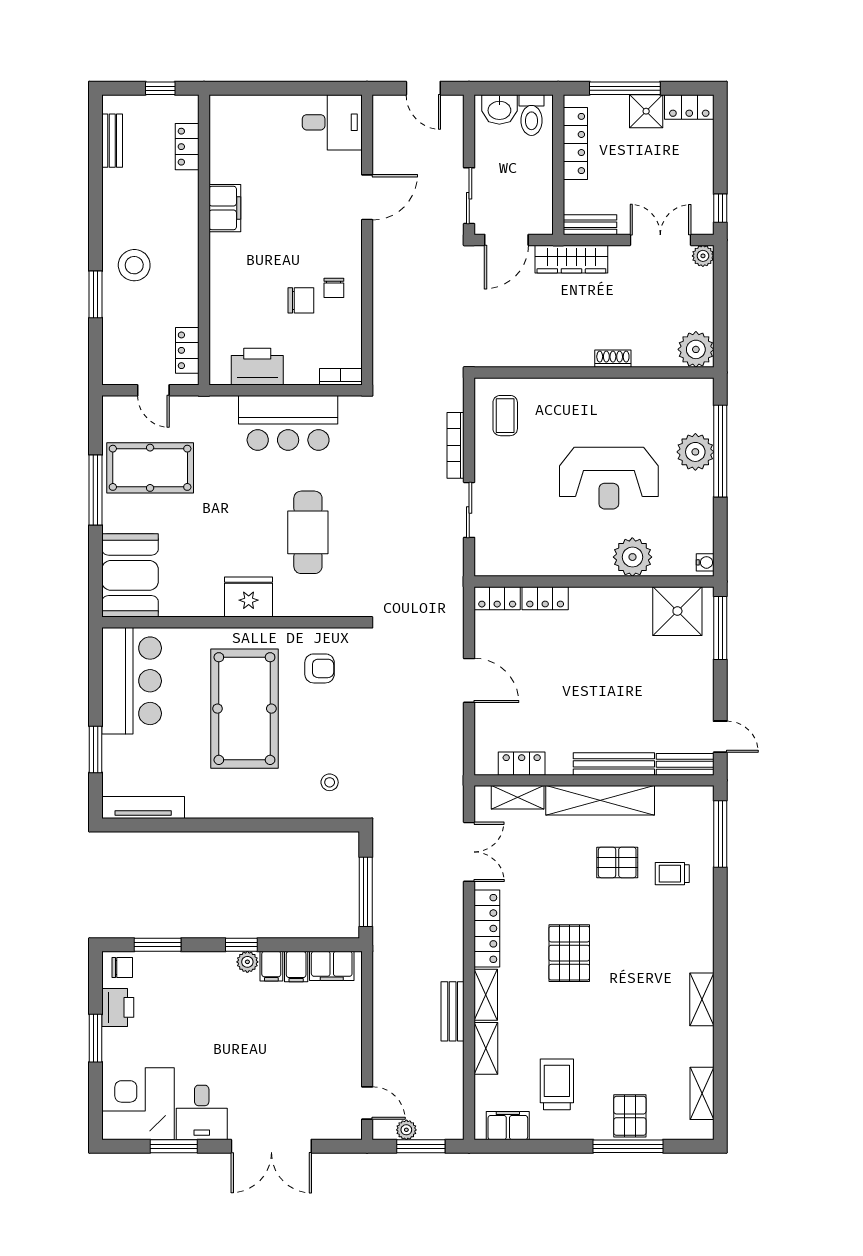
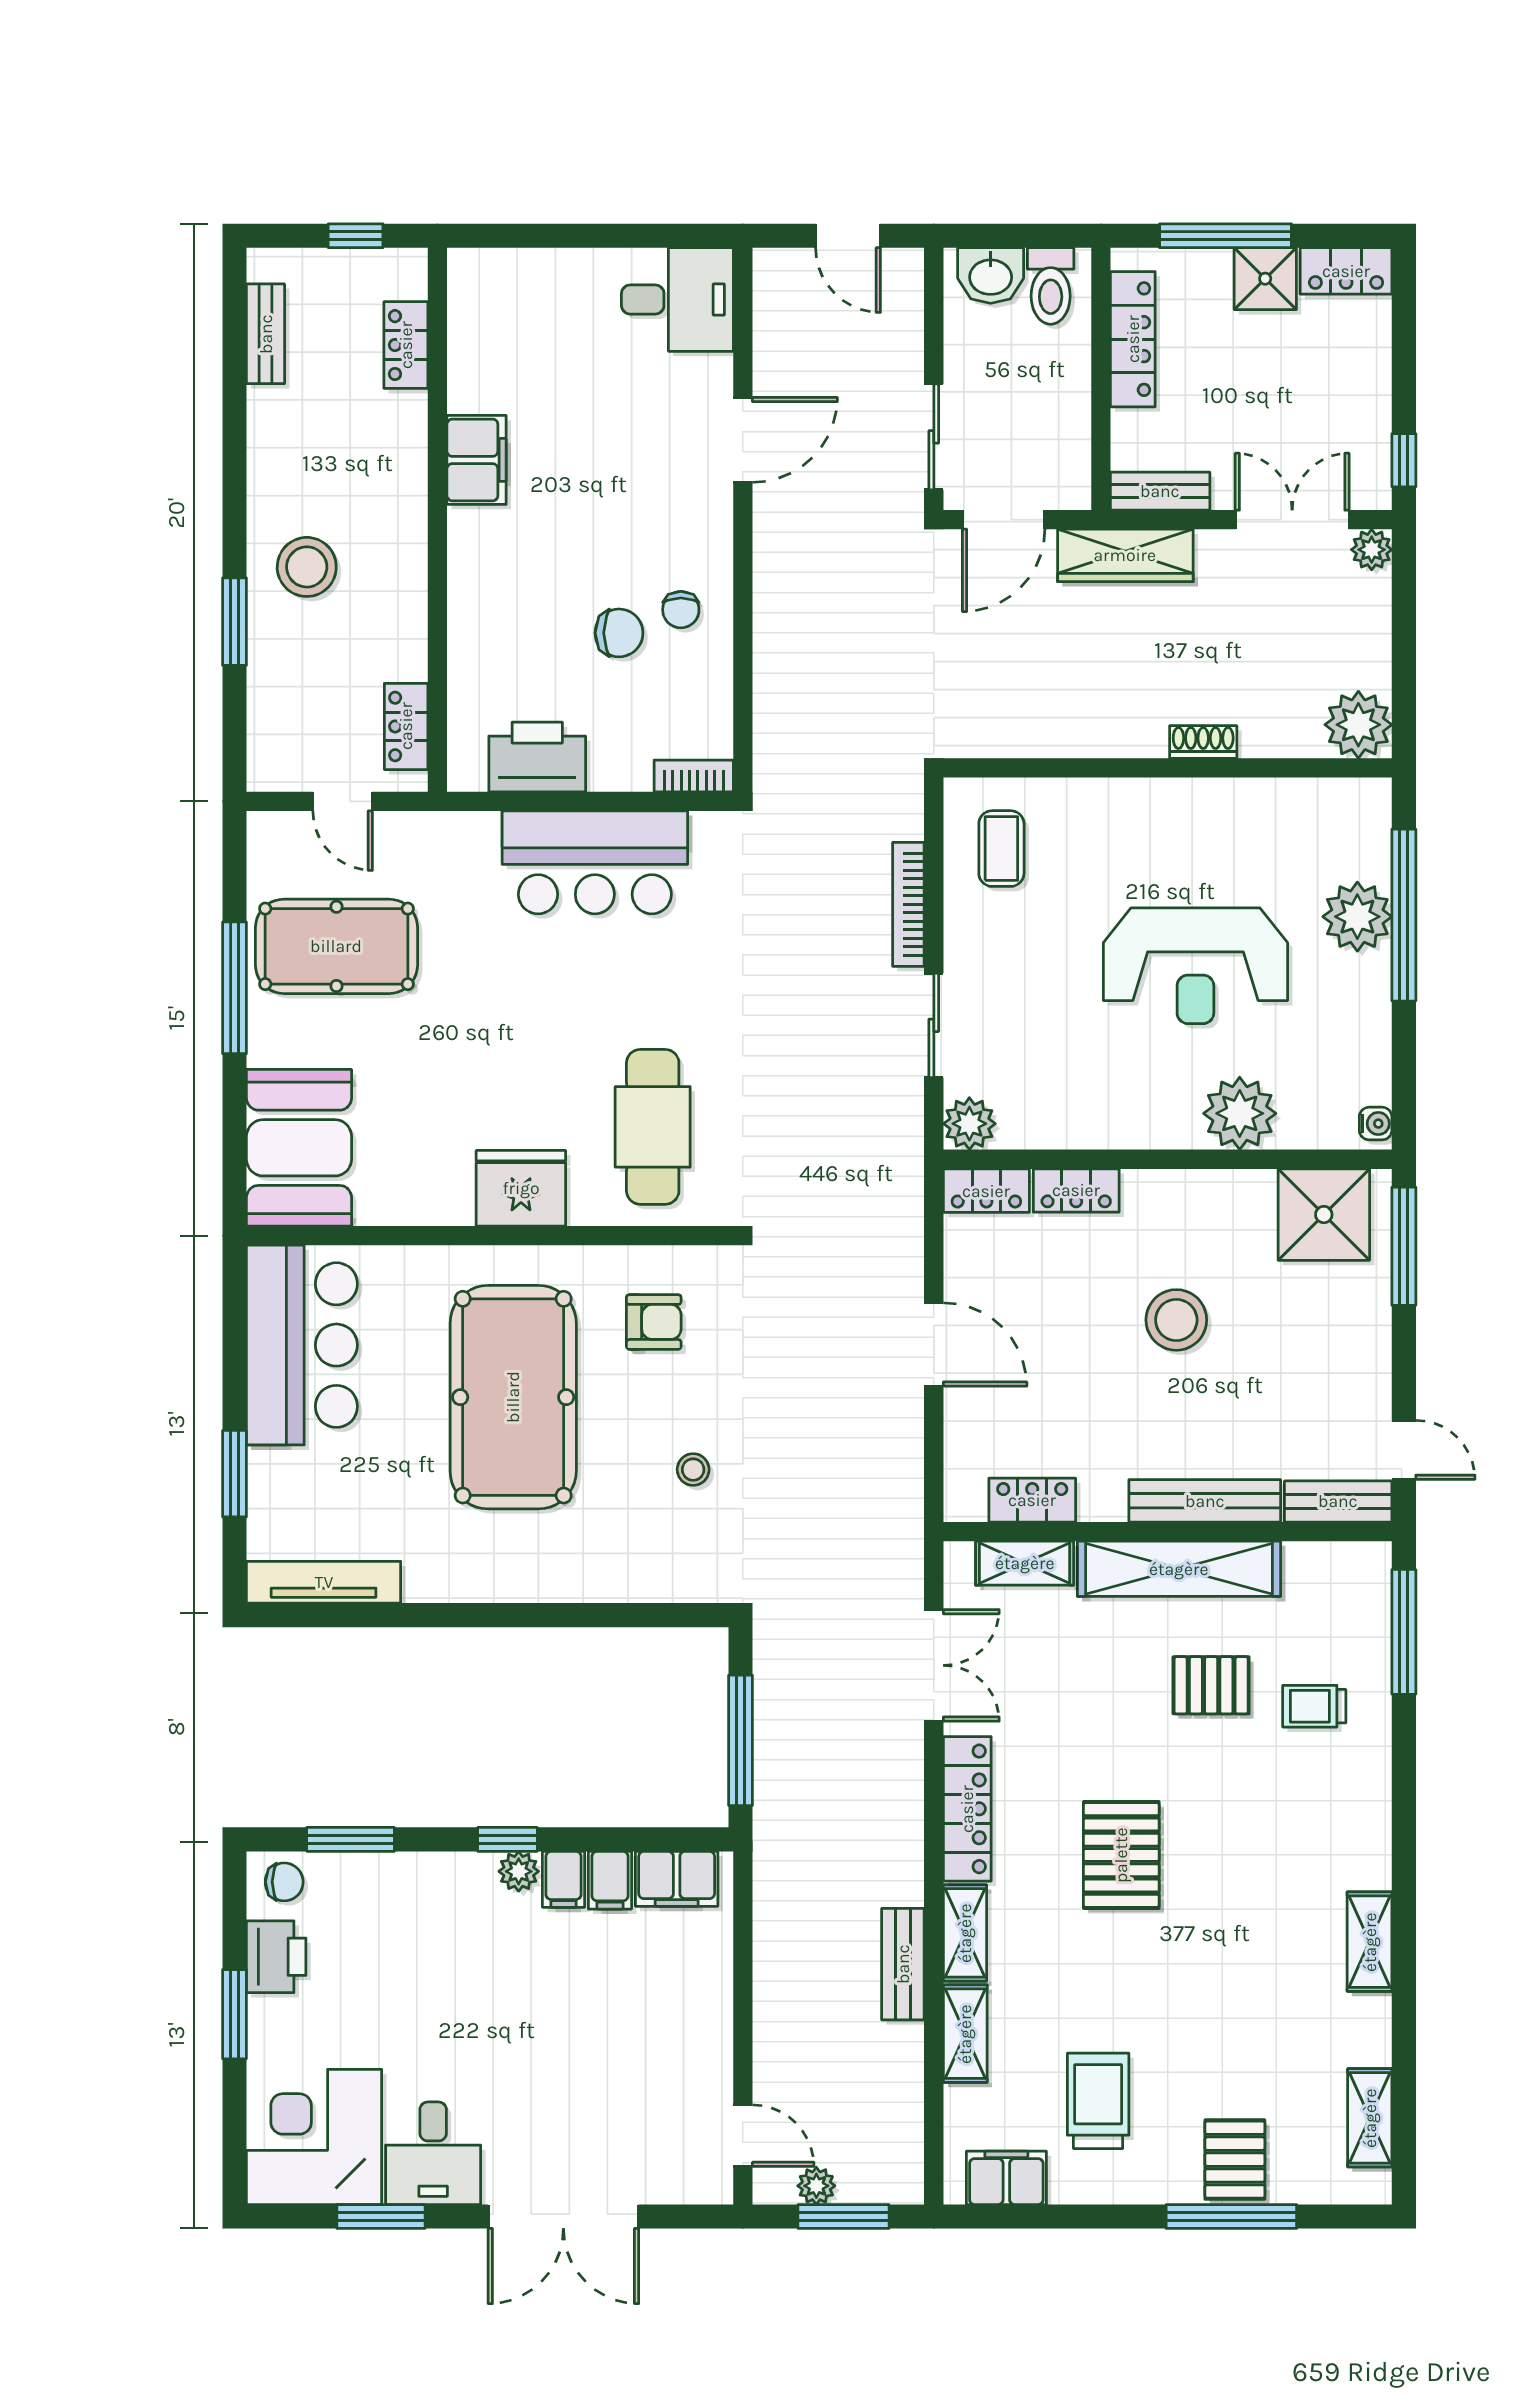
cafe table: (308, 532) -> (653, 1127), moved
plant: (488, 562) -> (969, 1124), added
stool: (599, 667) -> (1176, 1320), added
stool: (330, 782) -> (693, 1470), moved

